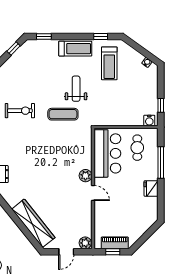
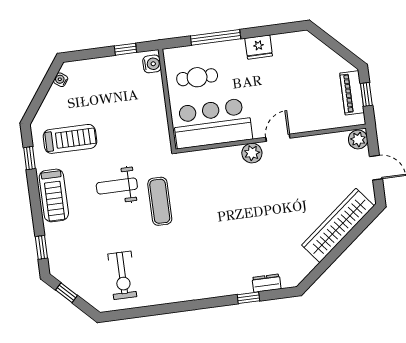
treadmill: (75, 49) -> (54, 195), turned 180
exercise bike: (20, 111) -> (122, 275), moved, turned 180

